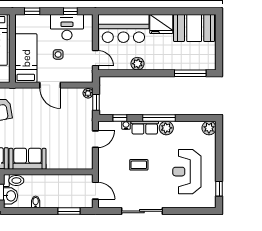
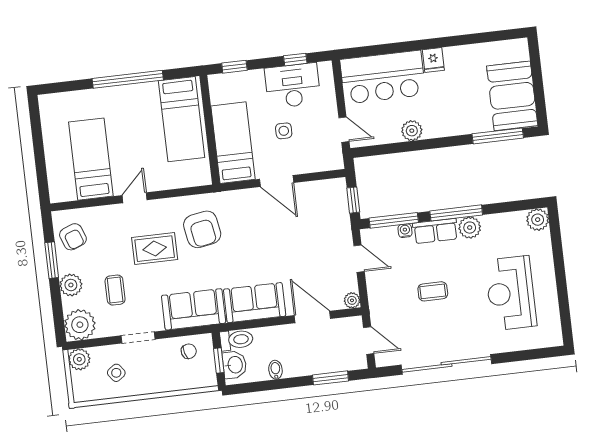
fridge: (161, 24) -> (433, 60), width x0.53, depth x0.75
booth: (194, 28) -> (512, 96), moved, turned 90
plant: (88, 93) -> (352, 300), moved
window: (120, 118) -> (394, 220), width x2.17
door: (95, 139) -> (359, 259), hinge flipped
door: (62, 172) -> (312, 317), added
window: (219, 189) -> (565, 315), removed
sliding door: (142, 211) -> (446, 364), width x1.36

